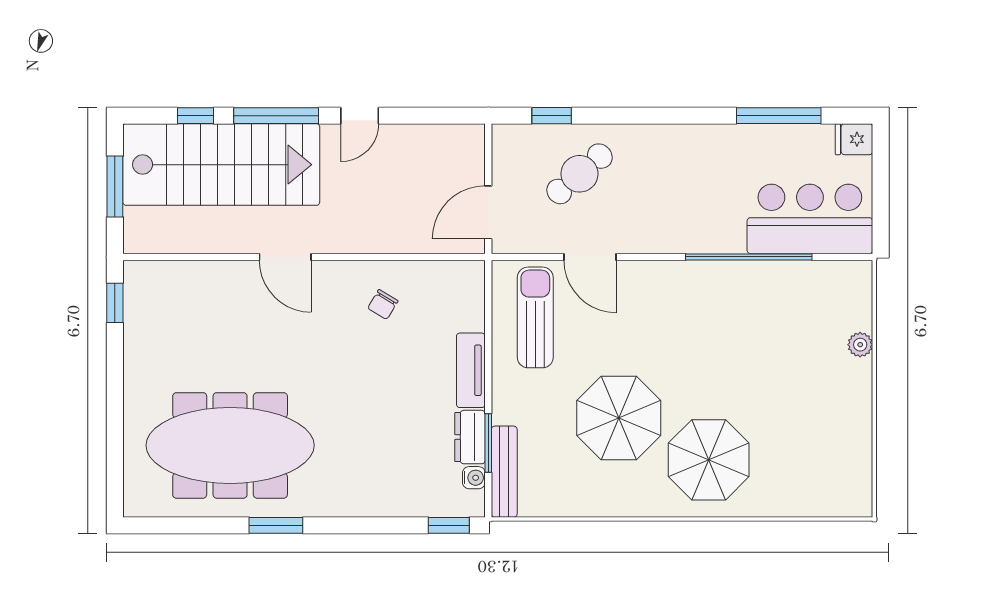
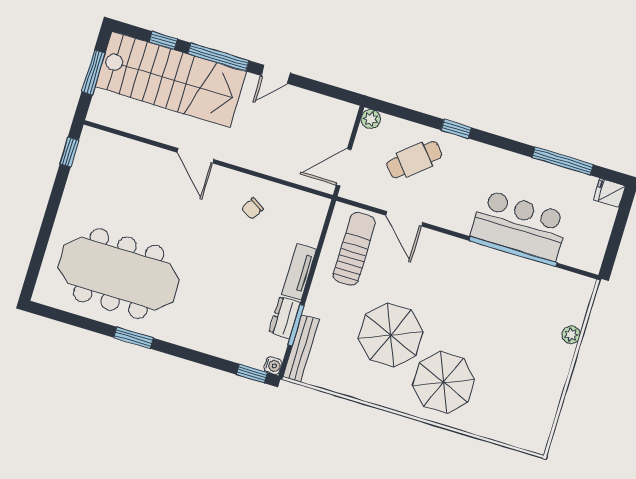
window: (552, 116) -> (456, 129), moved
plant: (505, 137) -> (371, 119), added
bar counter: (810, 219) -> (520, 225), moved
water cooler: (474, 478) -> (273, 366), moved

